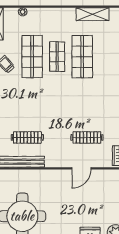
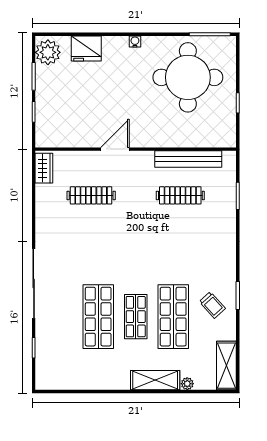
shelving: (93, 14) -> (155, 380), moved
door: (81, 168) -> (115, 149), moved

